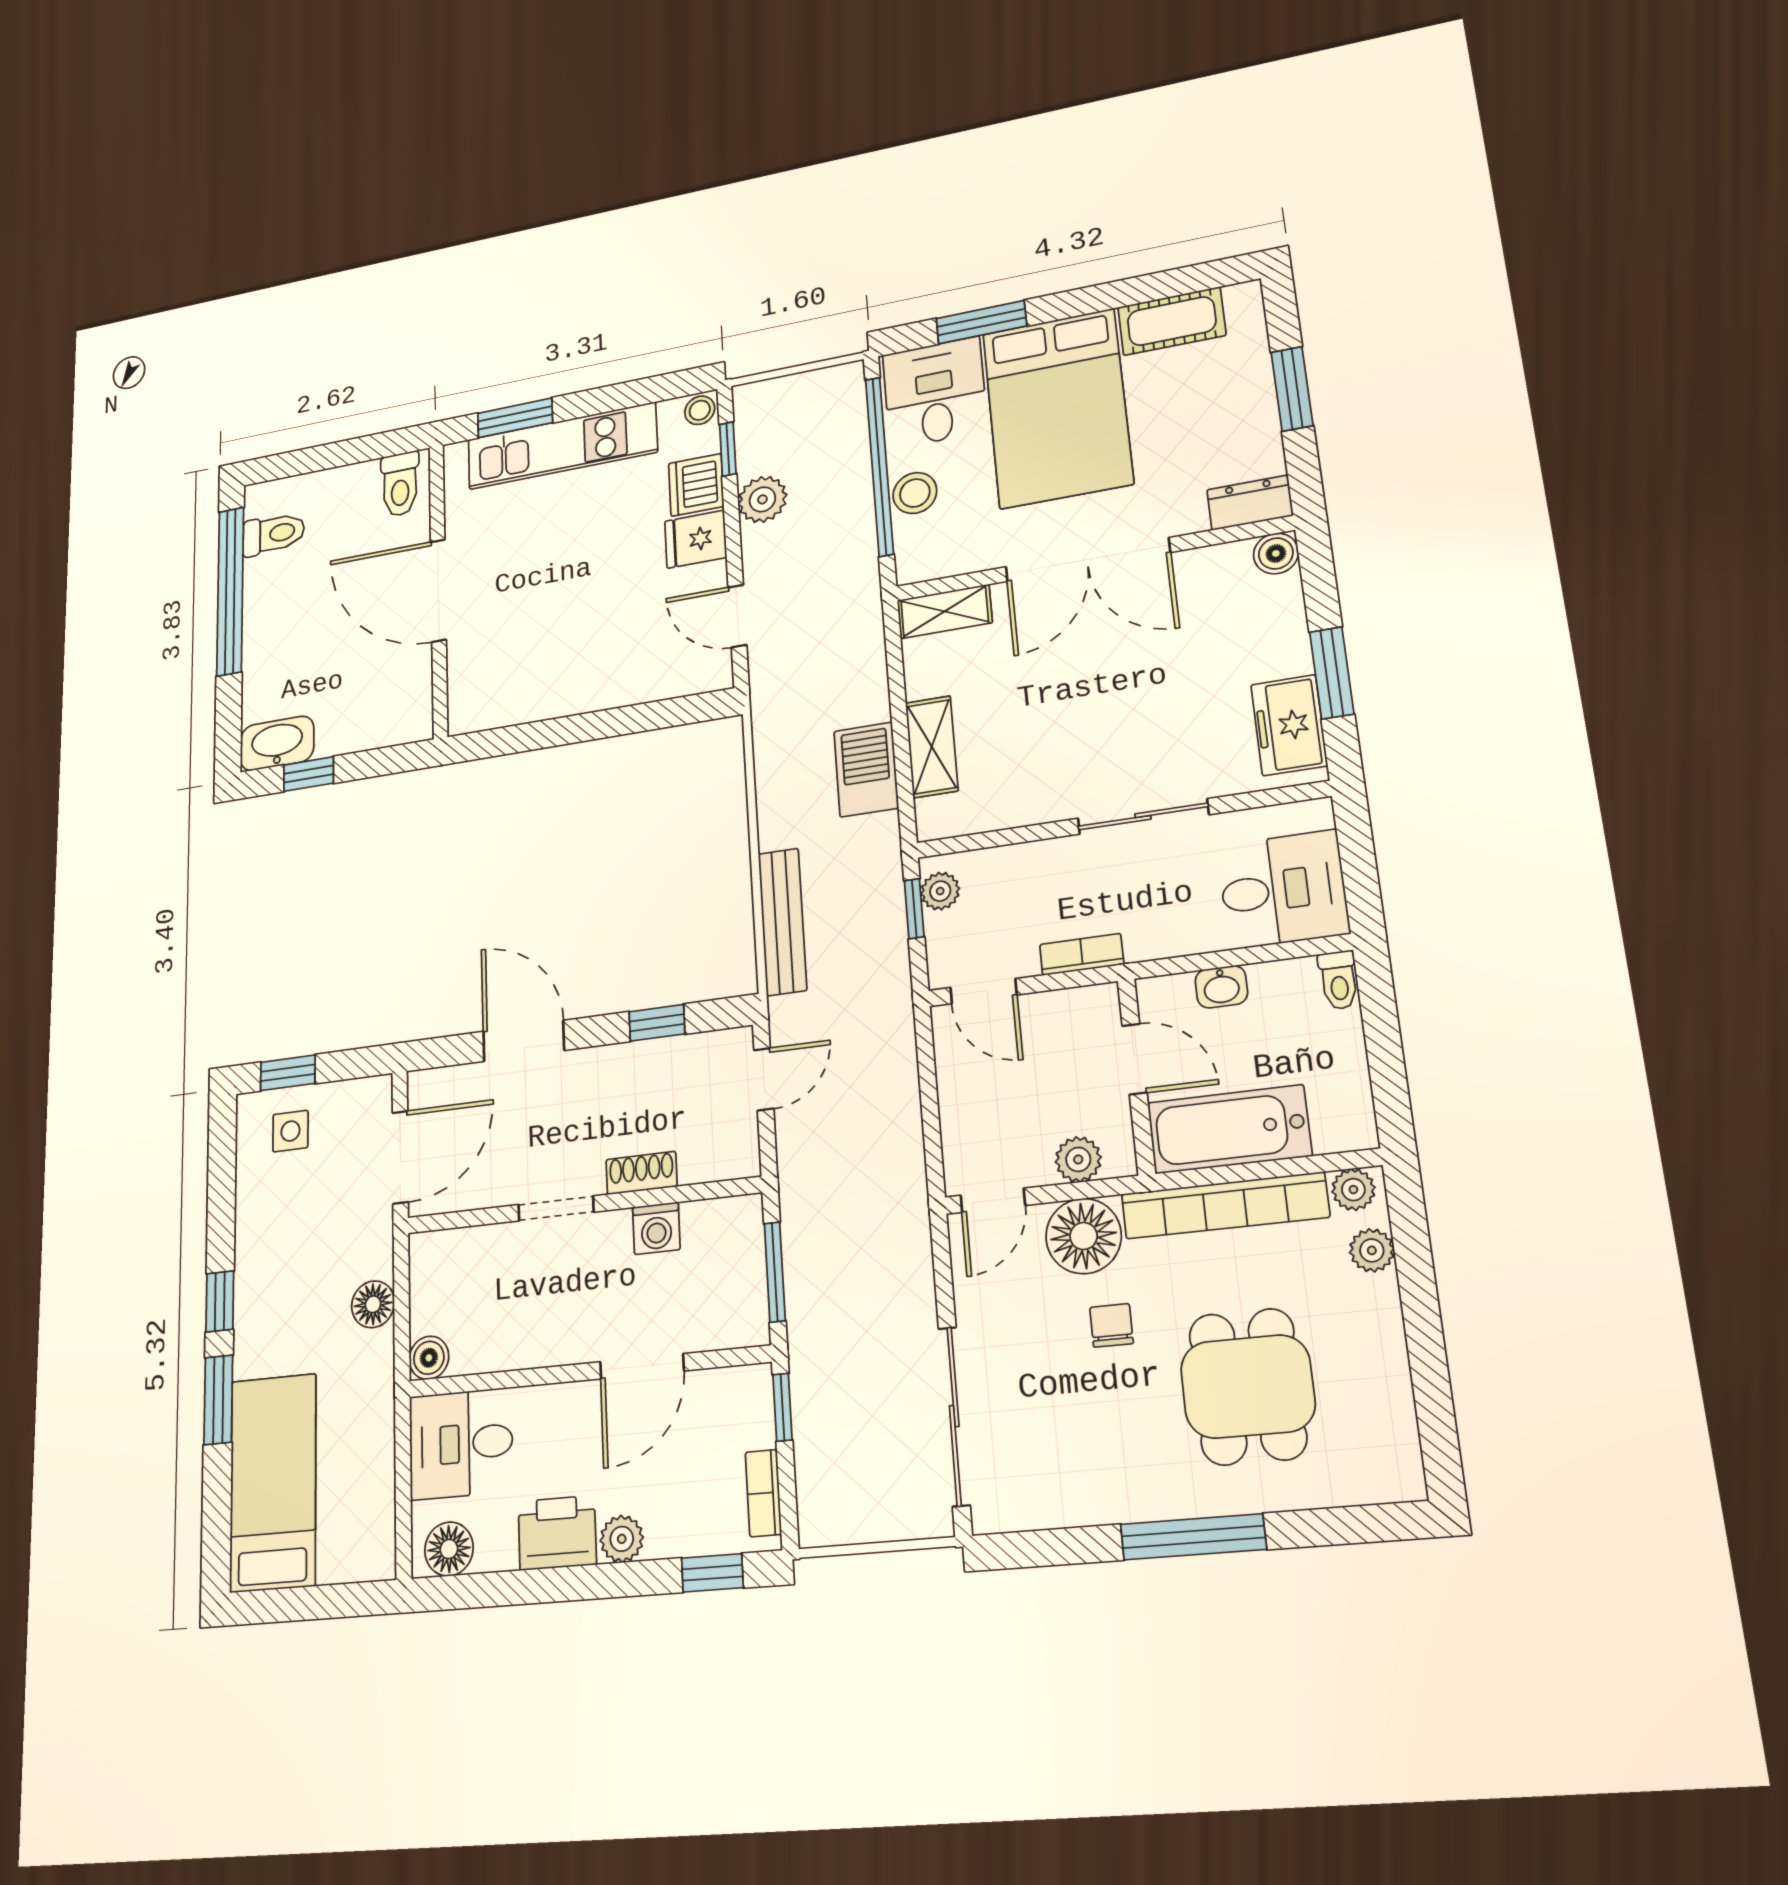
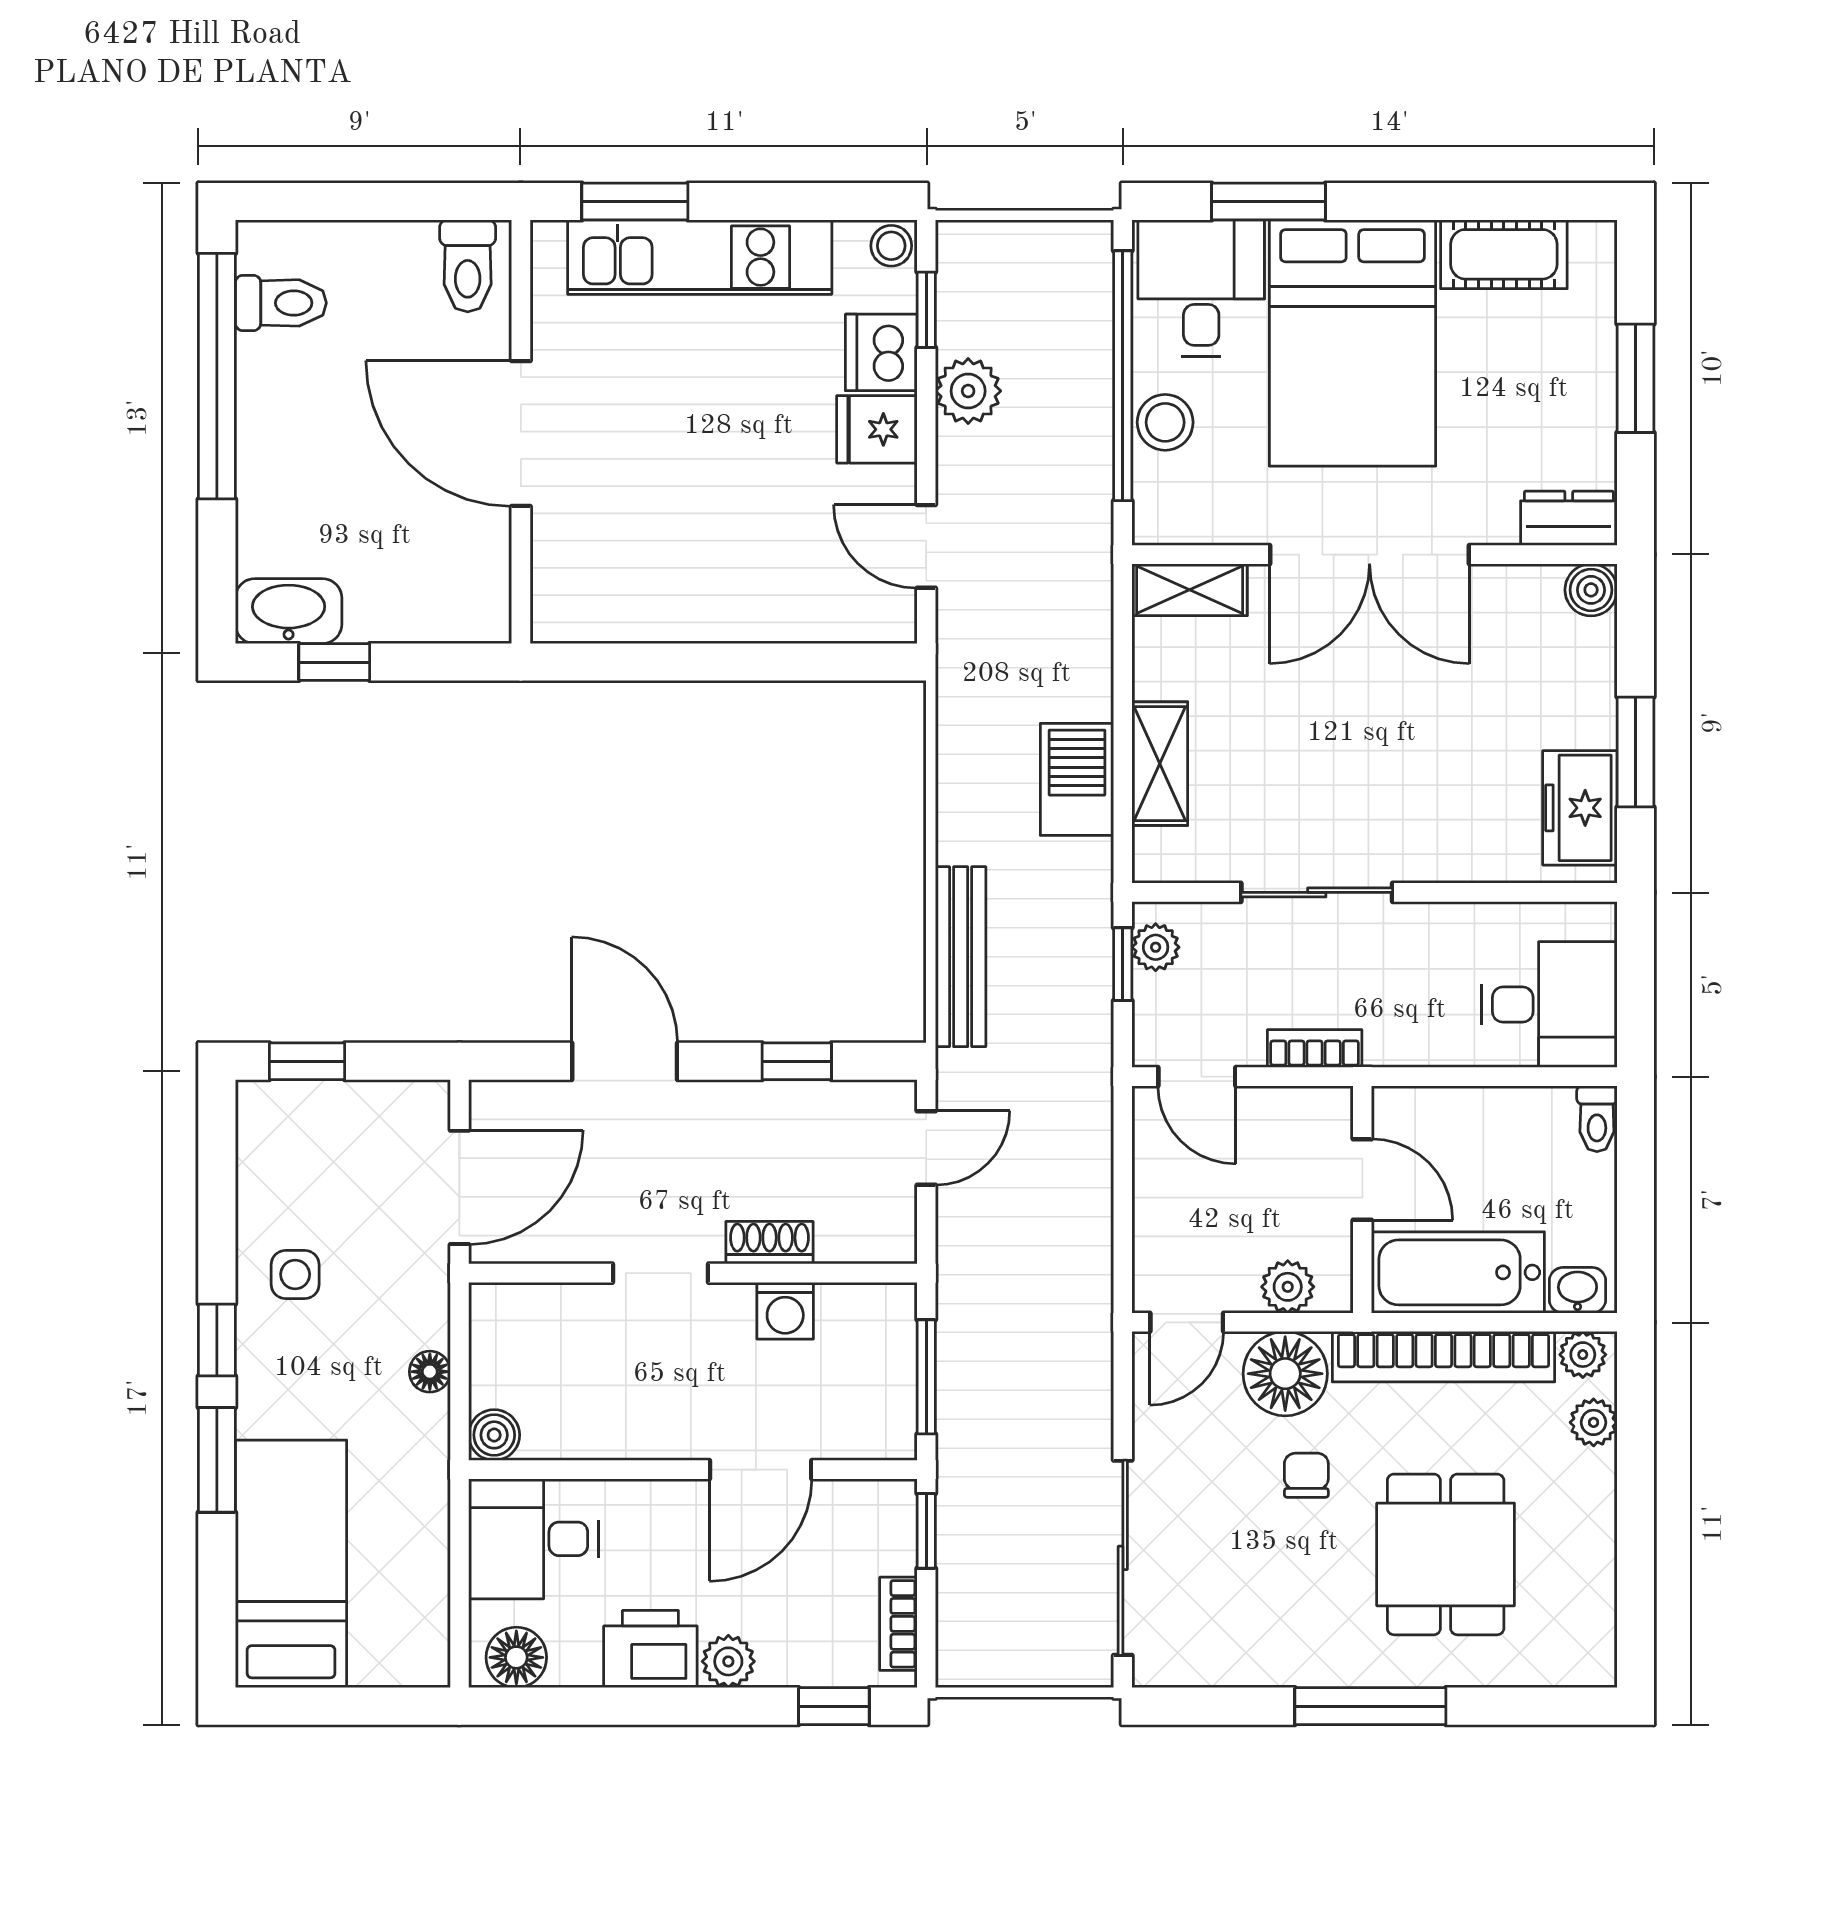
sliding door: (1143, 816) -> (1317, 892), moved
washbasin: (1221, 987) -> (1578, 1290), moved, turned 180
side table: (290, 1131) -> (295, 1274), moved
floor lamp: (373, 1304) -> (430, 1372), width x0.73, depth x0.73

